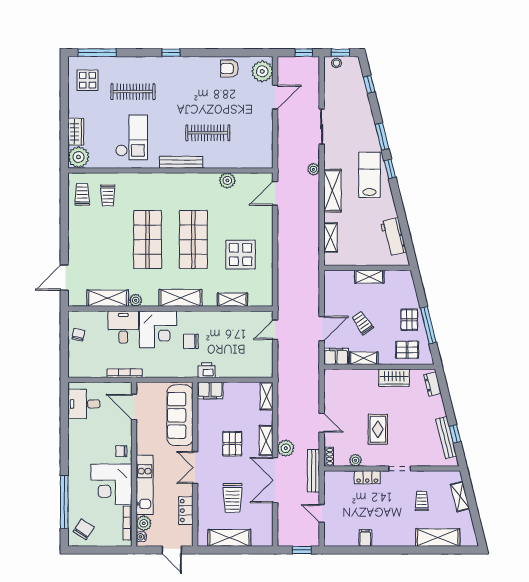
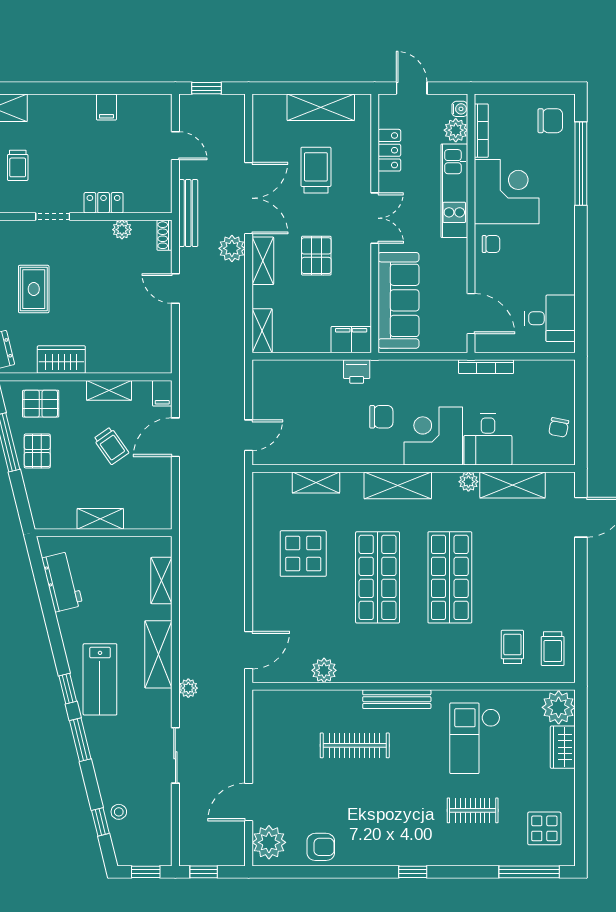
stool: (337, 63) -> (119, 812), moved
clothes rail: (133, 92) -> (473, 810), width x0.73
filing cabinet: (336, 356) -> (162, 393), width x0.50
rug: (378, 429) -> (34, 289), moved
chair: (84, 529) -> (550, 121), turned -123

